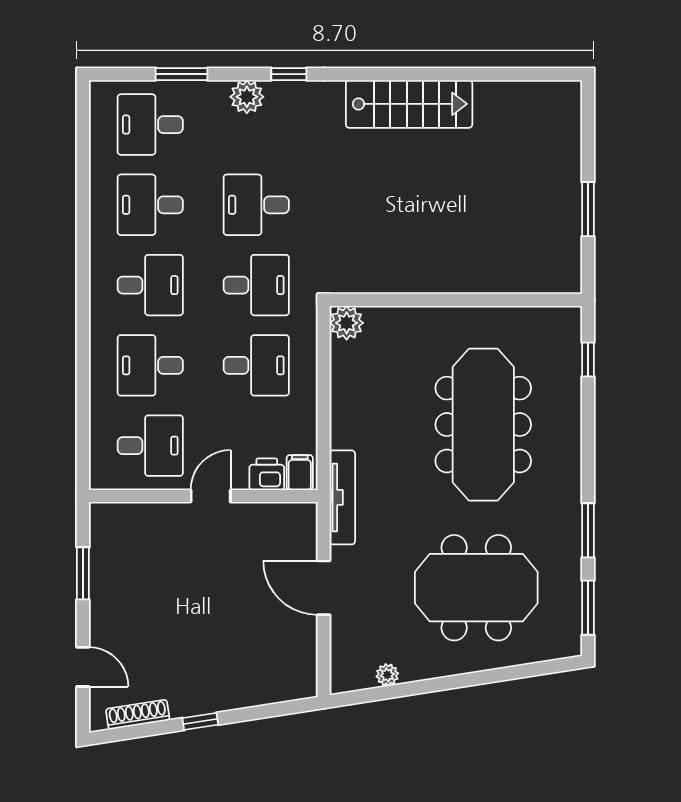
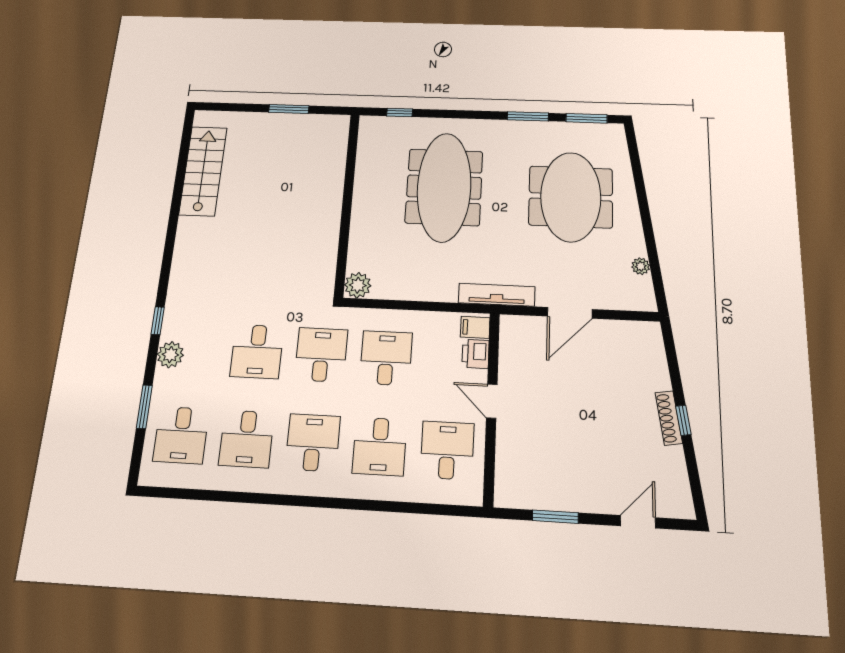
stairs: (409, 104) -> (203, 171), moved
meeting table: (483, 425) -> (444, 187), turned 90
shoe rack: (138, 715) -> (669, 418), moved

